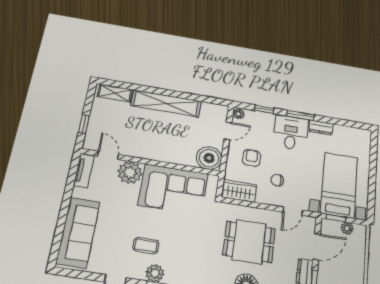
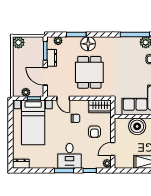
dresser: (321, 127) -> (21, 164), moved
boiler: (209, 158) -> (137, 126), moved
door: (293, 211) -> (63, 98), swing flipped
dining table: (249, 242) -> (89, 72), turned 90
door: (317, 247) -> (45, 76), hinge flipped

